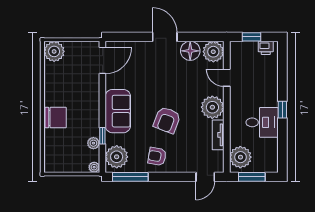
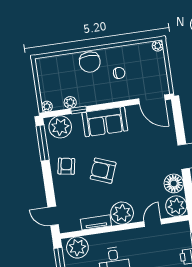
plant: (54, 51) -> (158, 46), width x0.53, depth x0.53
chair: (71, 90) -> (119, 73), added

